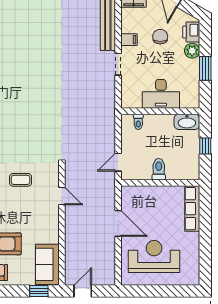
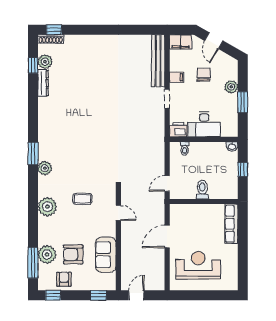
printer: (191, 32) -> (178, 130), moved, turned 90
washbasin: (187, 122) -> (232, 146), width x0.52, depth x0.69
door: (118, 223) -> (167, 237), swing flipped
sofa: (47, 264) -> (106, 255), moved

